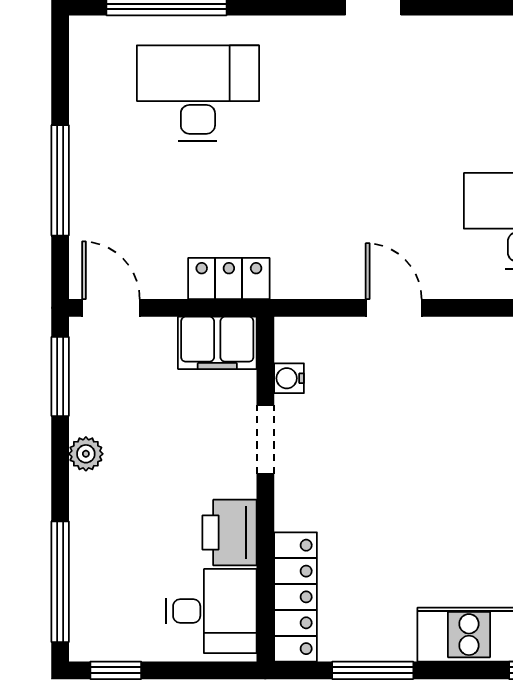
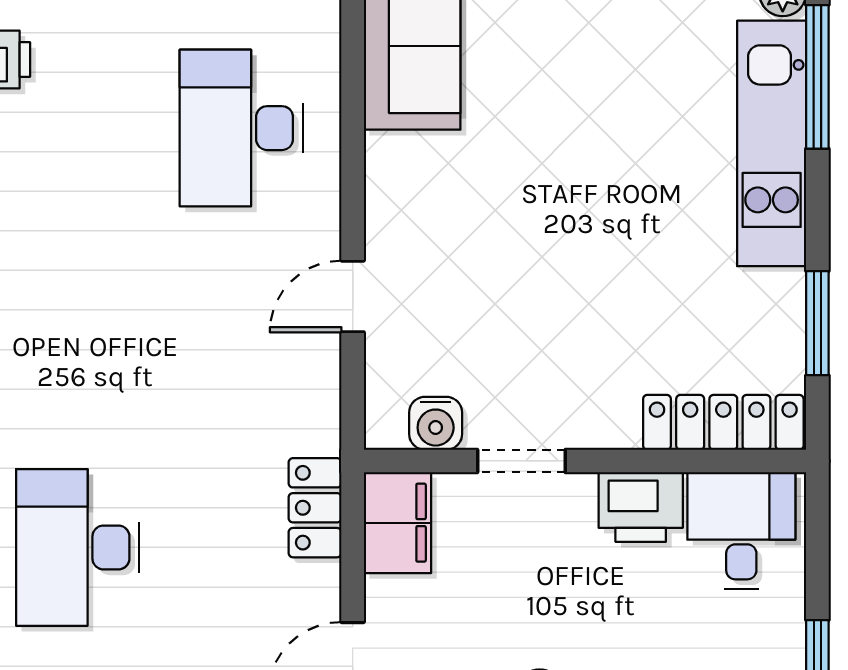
water cooler: (289, 378) -> (436, 423), width x1.38, depth x1.38

